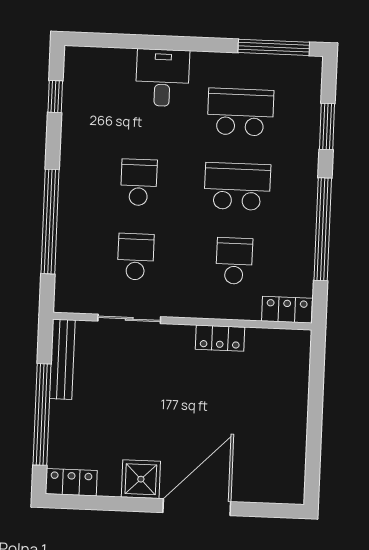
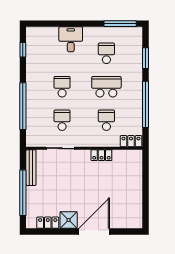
school desk: (240, 112) -> (106, 53), width x0.54
locker: (71, 482) -> (48, 223), moved

